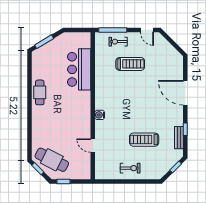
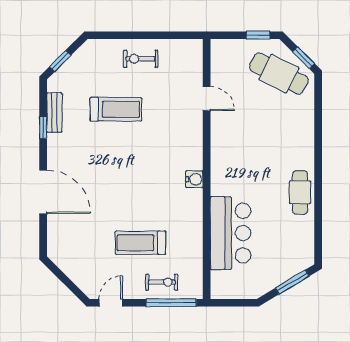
door: (147, 30) -> (111, 303), hinge flipped
water cooler: (100, 115) -> (194, 179), moved

